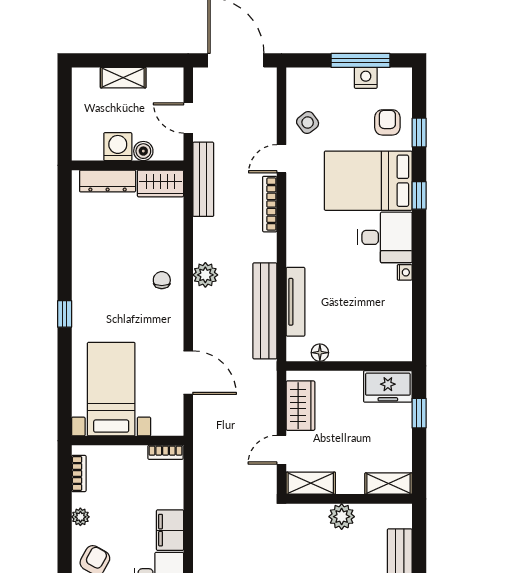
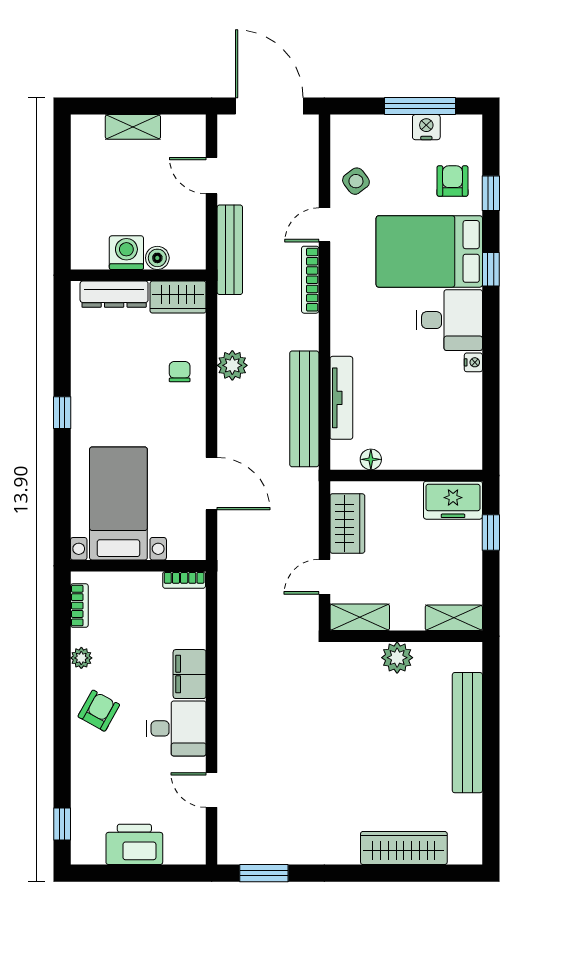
washing machine: (118, 147) -> (126, 253), moved
boiler: (143, 151) -> (157, 258), moved
wall: (128, 165) -> (138, 275), moved
dresser: (108, 181) -> (114, 294), moved
wardrobe: (160, 183) -> (178, 297), moved

